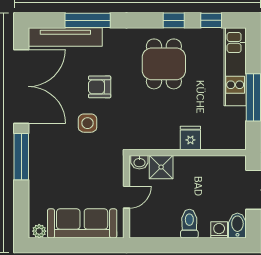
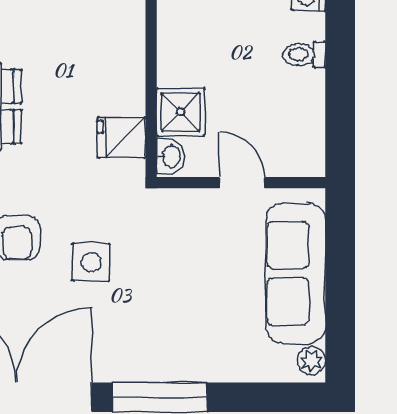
fridge: (190, 138) -> (121, 137), moved
toilet: (189, 224) -> (304, 55), width x0.73, depth x0.72

